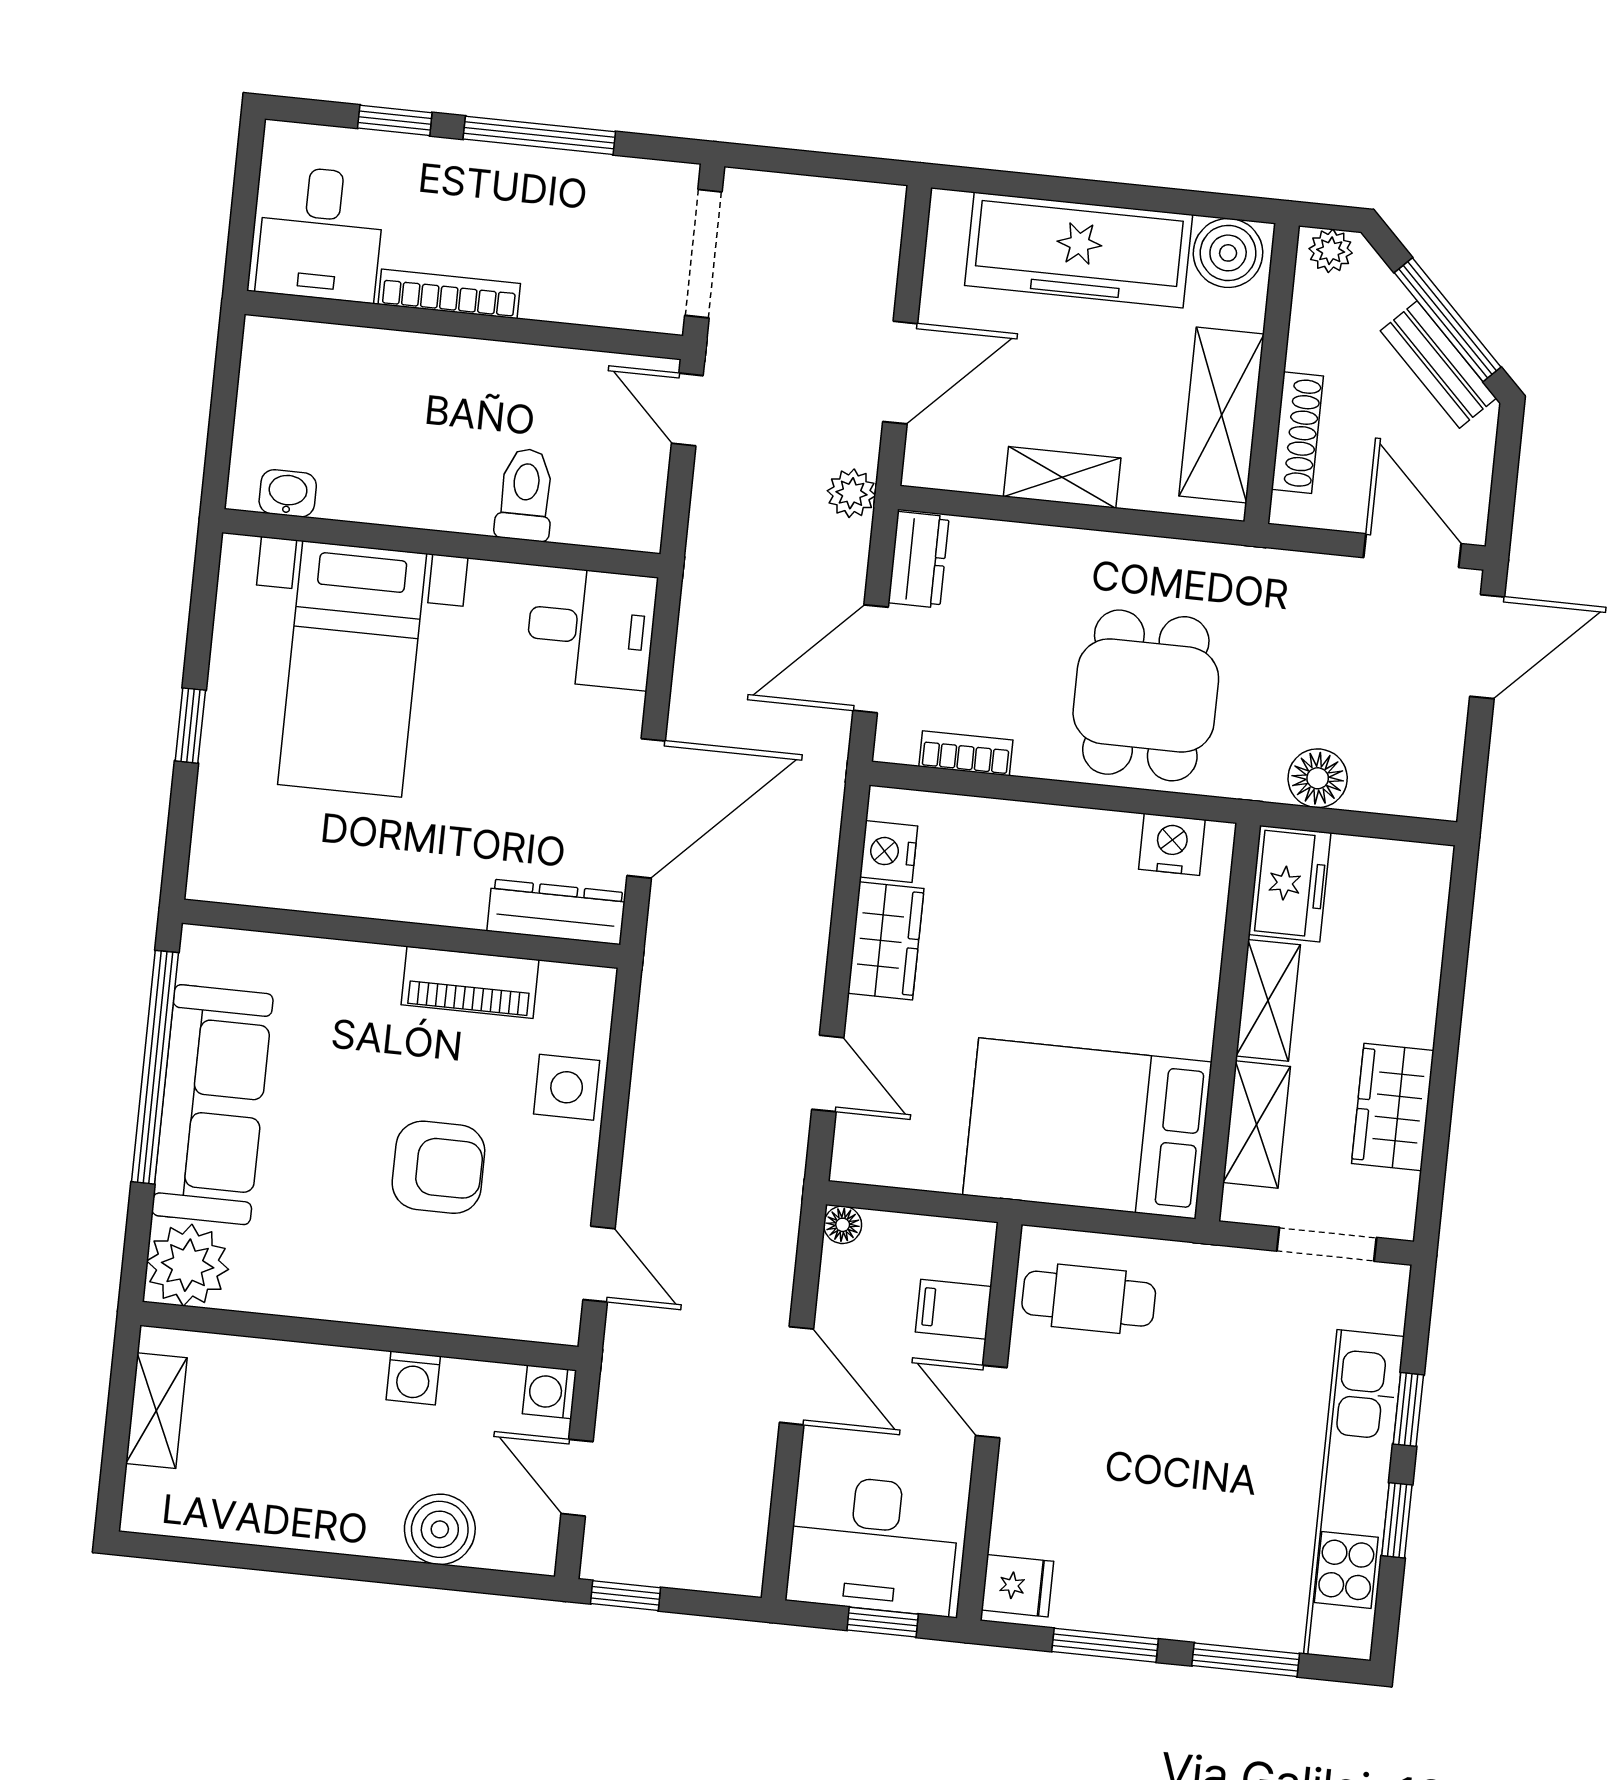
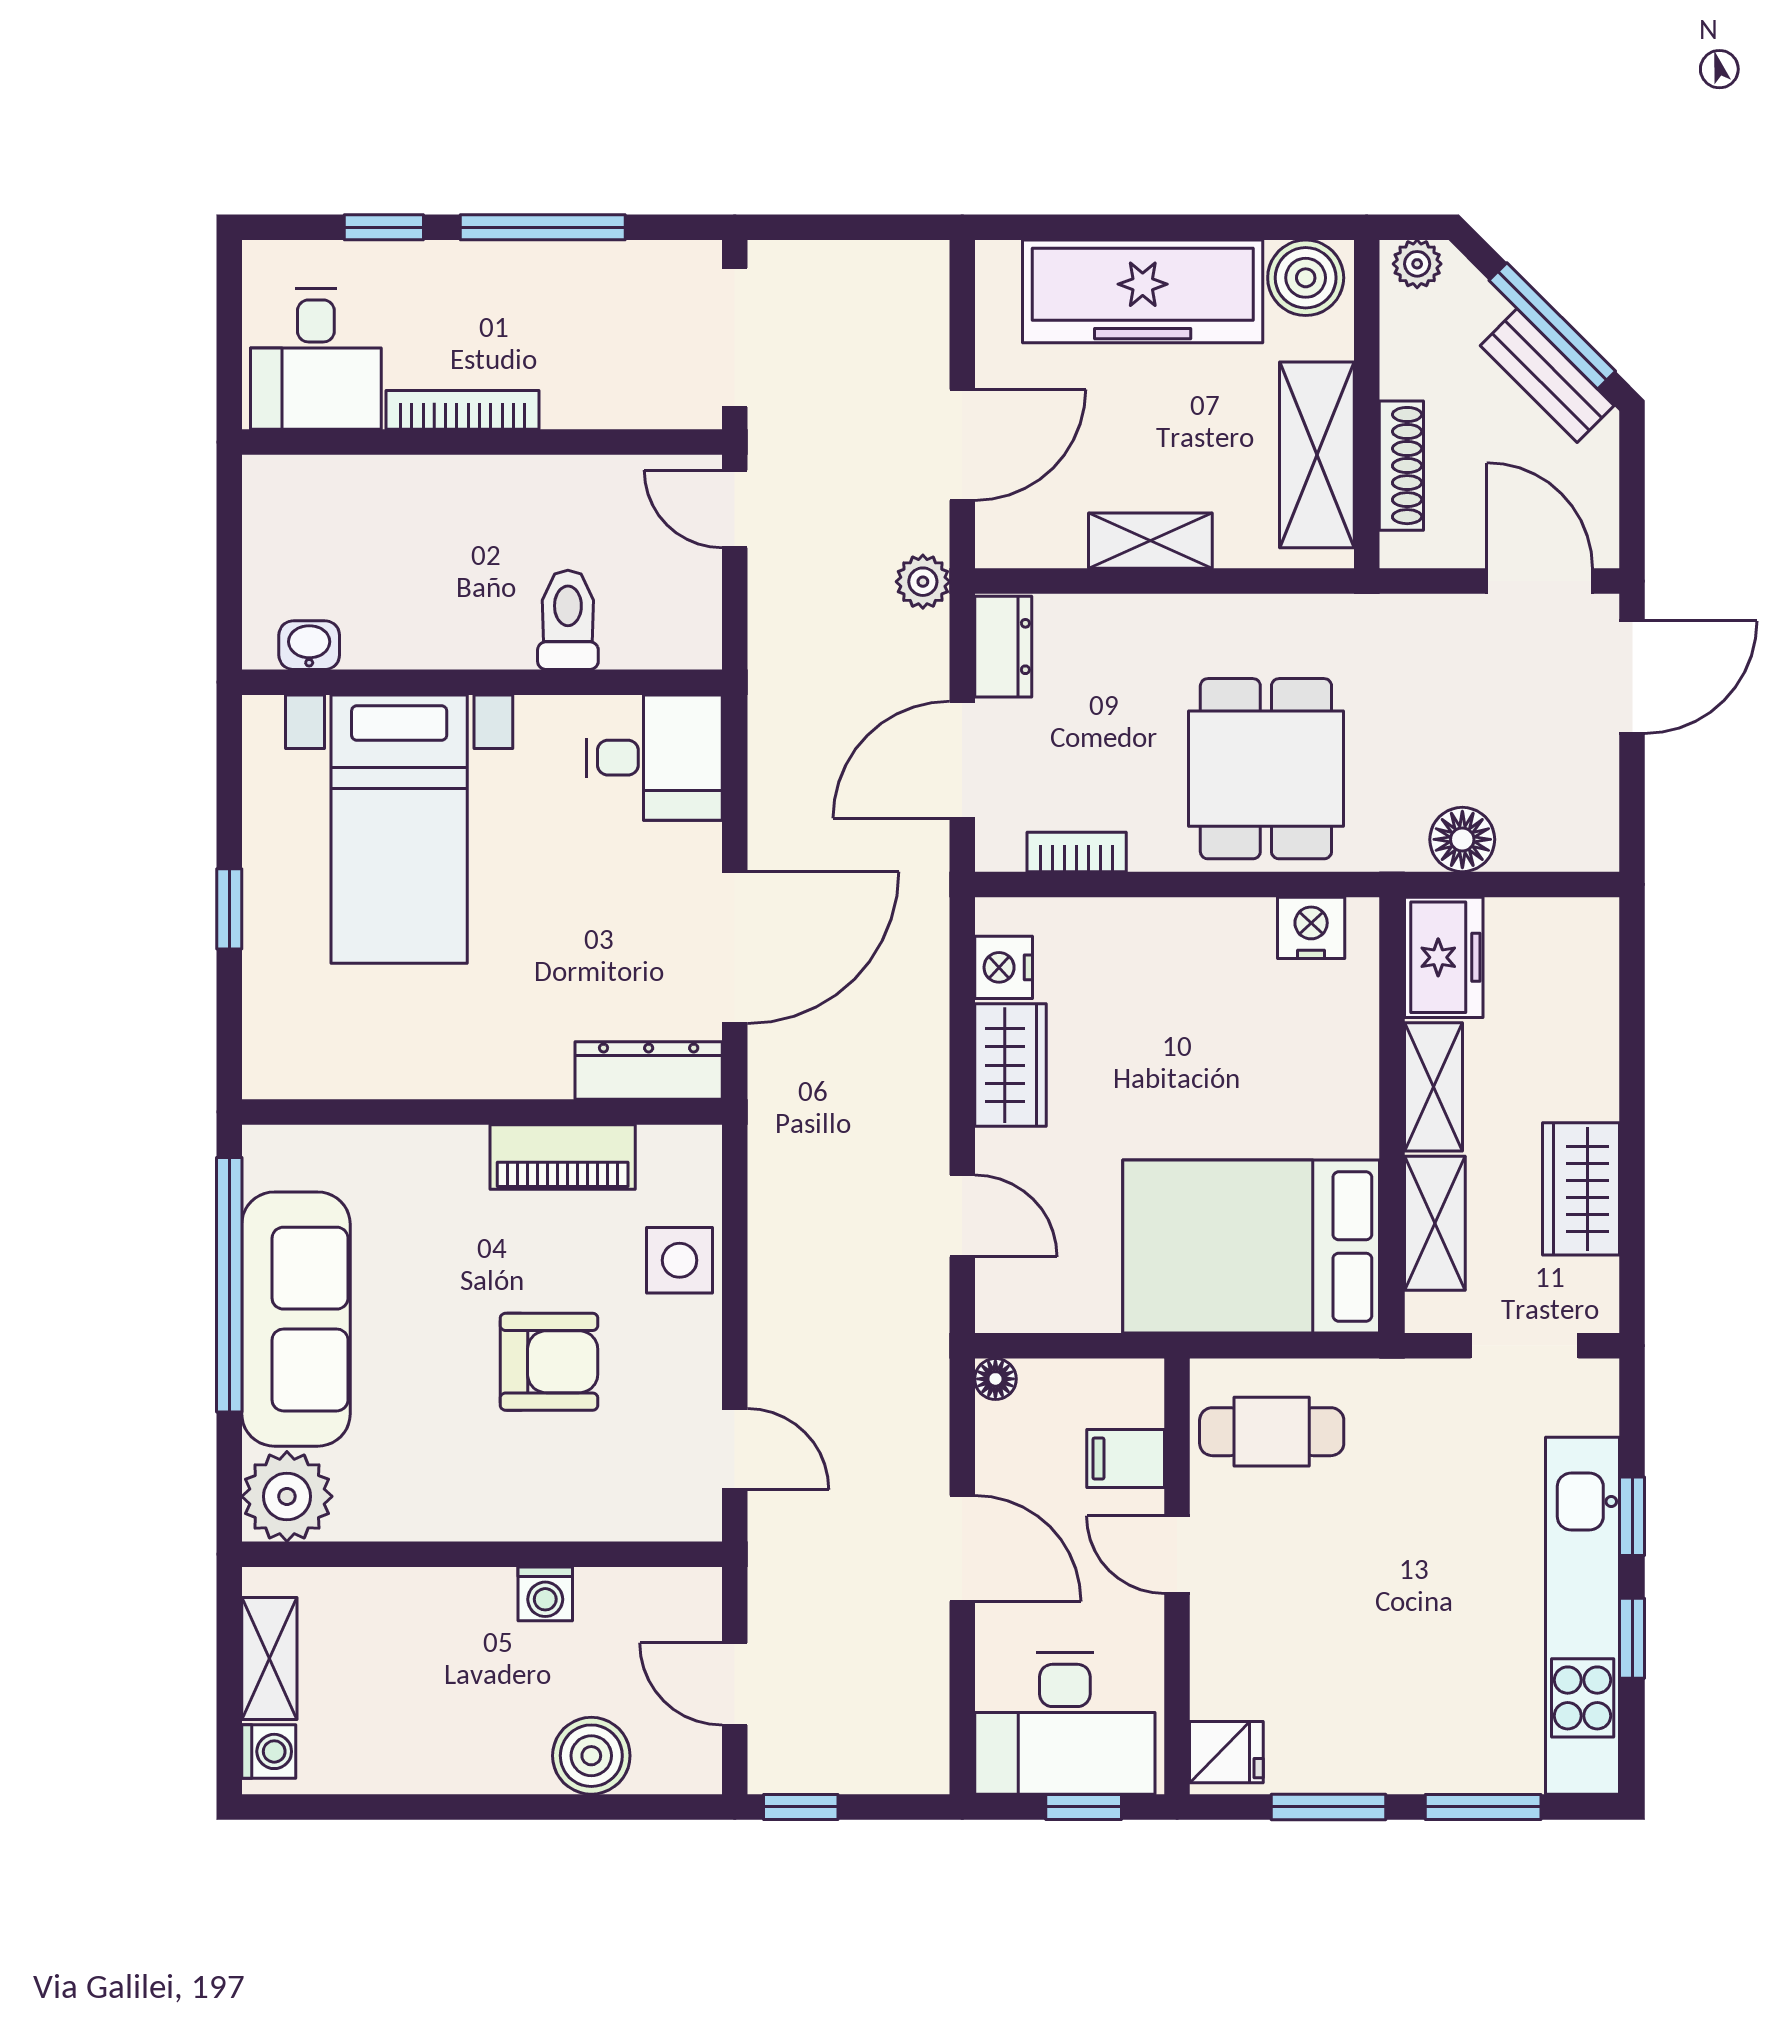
washing machine: (549, 1392) -> (269, 1751), moved, turned 180

